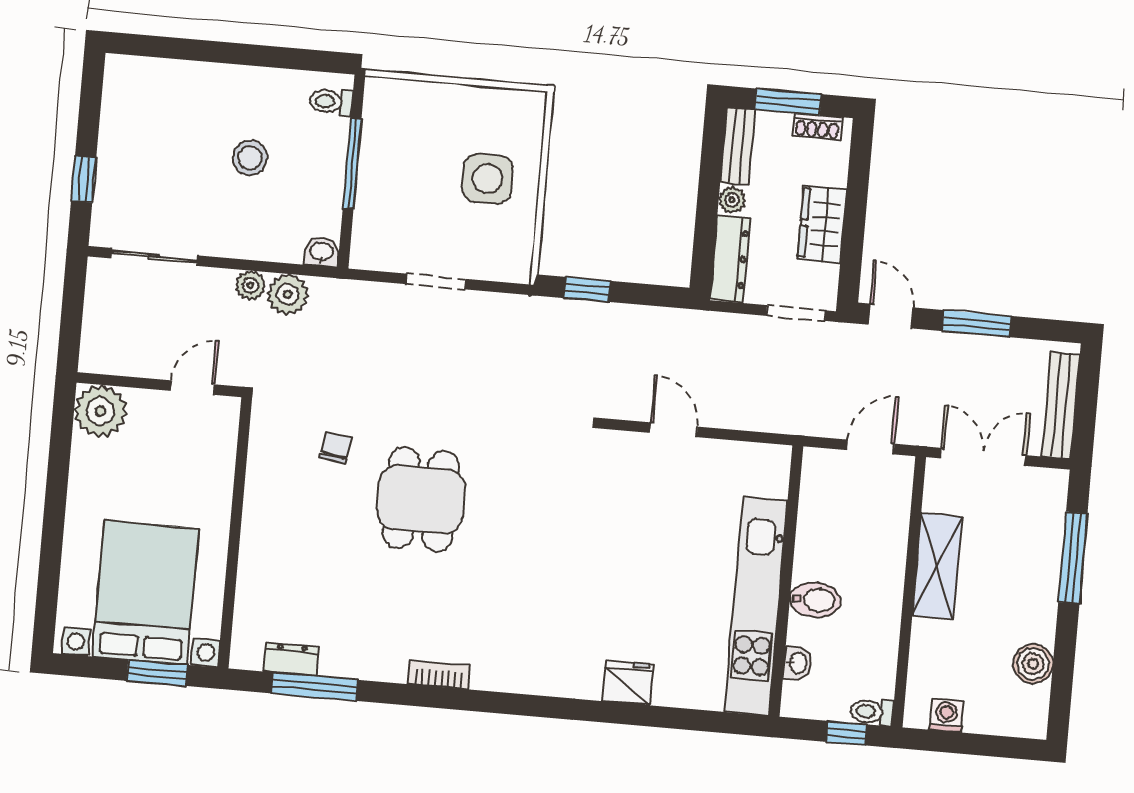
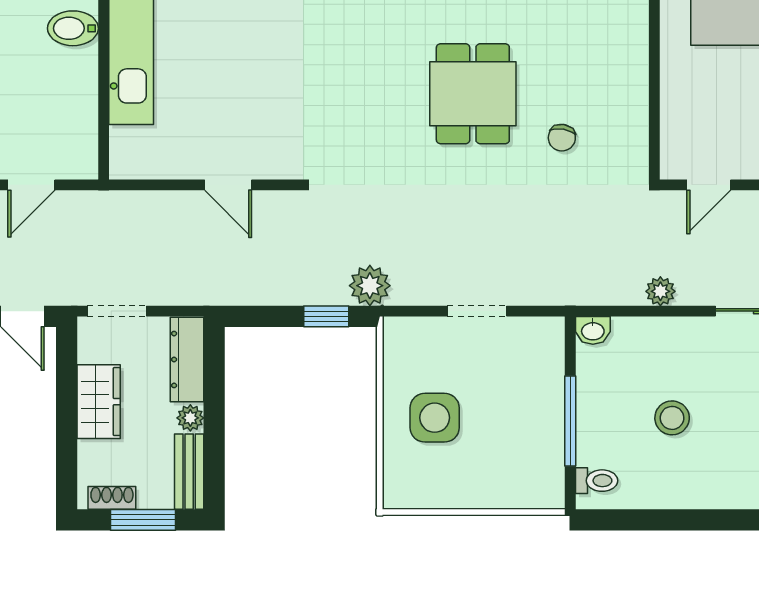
plant: (288, 294) -> (370, 286), moved

